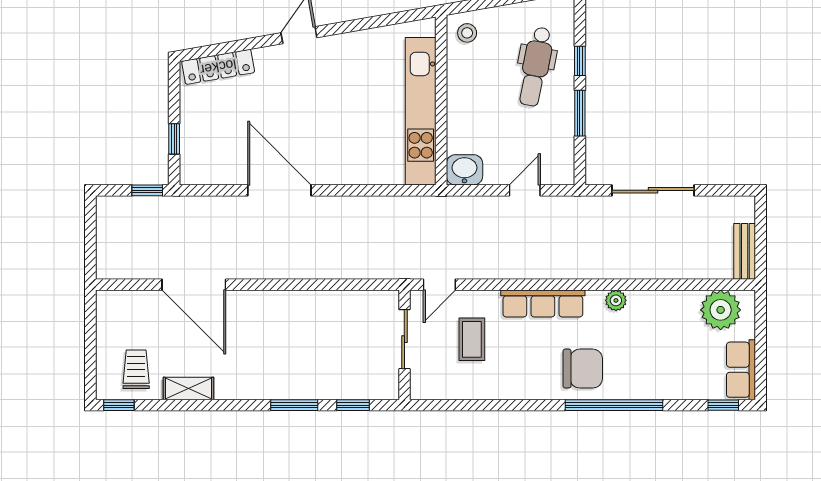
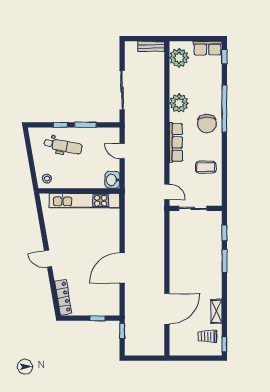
plant: (616, 300) -> (179, 103), width x1.88, depth x1.88
coffee table: (472, 339) -> (206, 167), moved
chair: (583, 369) -> (207, 123), turned 180

